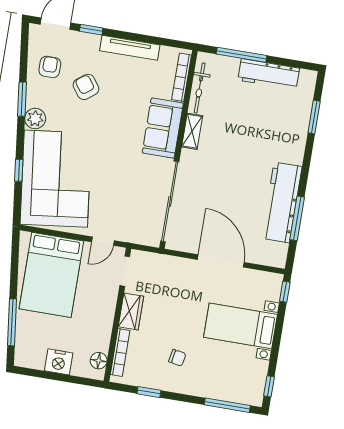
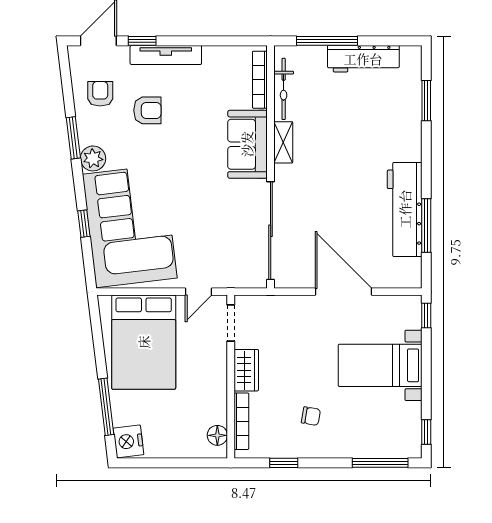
tv unit: (130, 48) -> (166, 55), moved
armchair: (86, 87) -> (147, 110), turned 127
nightstand: (59, 362) -> (128, 441), moved, turned 83

